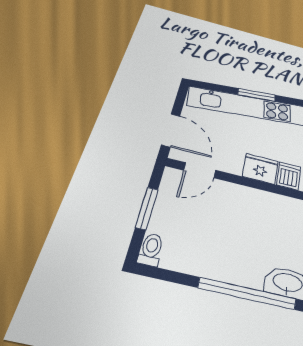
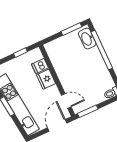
window: (147, 208) -> (88, 111), moved

